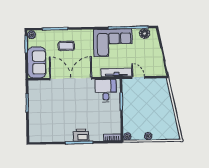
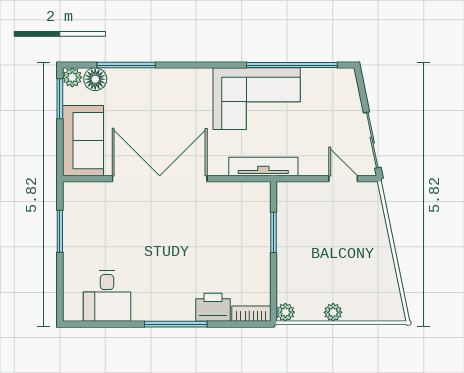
floor lamp: (145, 33) -> (95, 79), moved
coffee table: (66, 46) -> (151, 104), removed
door: (138, 77) -> (343, 179), moved
desk: (106, 90) -> (107, 296), moved, turned 180
printer: (81, 135) -> (213, 307), moved

